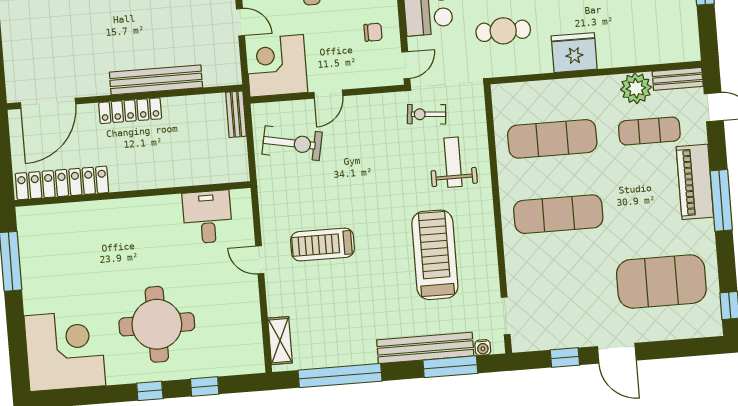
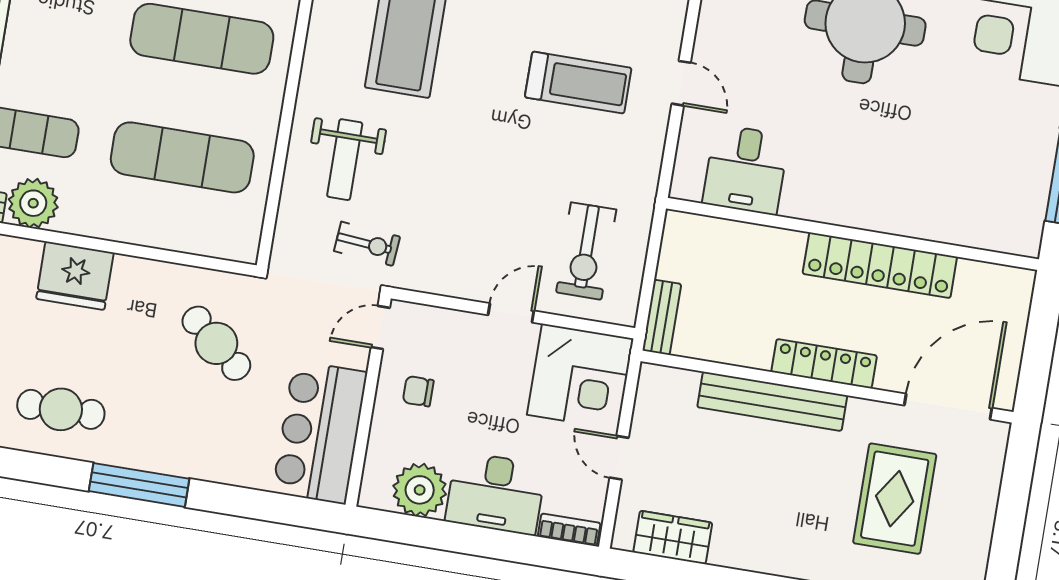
cafe table: (503, 31) -> (216, 343), turned 40
rug: (67, 39) -> (895, 499), added
fridge: (574, 53) -> (75, 276), moved
exercise bike: (292, 143) -> (586, 251), turned -101
locker: (62, 183) -> (880, 265), moved

